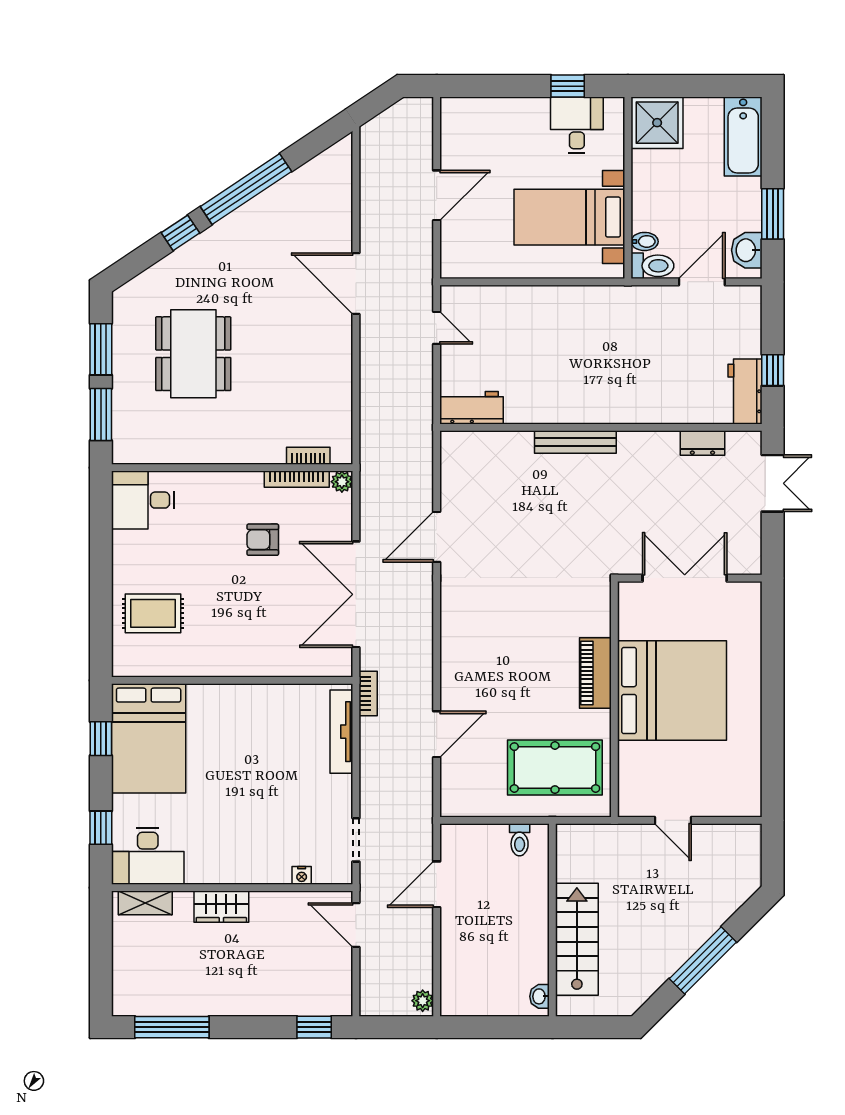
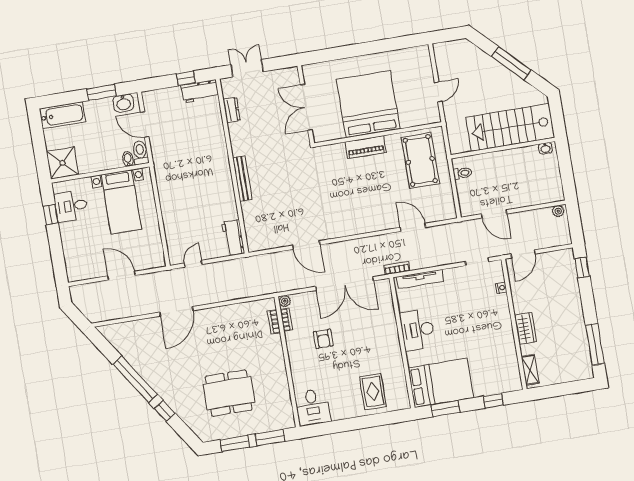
bookcase: (297, 479) -> (286, 320), width x0.64
window: (101, 739) -> (445, 409), width x1.50
desk: (148, 856) -> (417, 330), moved, turned 180
stairs: (577, 939) -> (510, 127), width x1.36, depth x1.51

